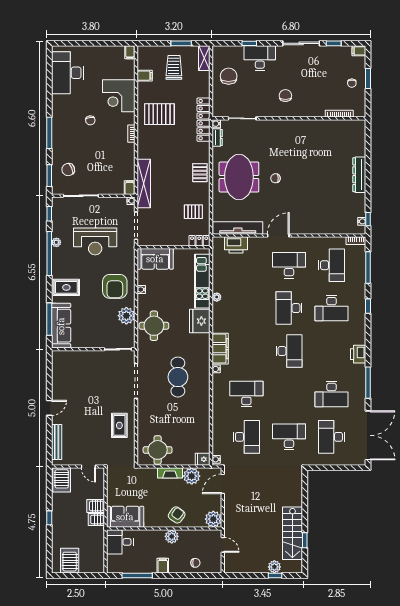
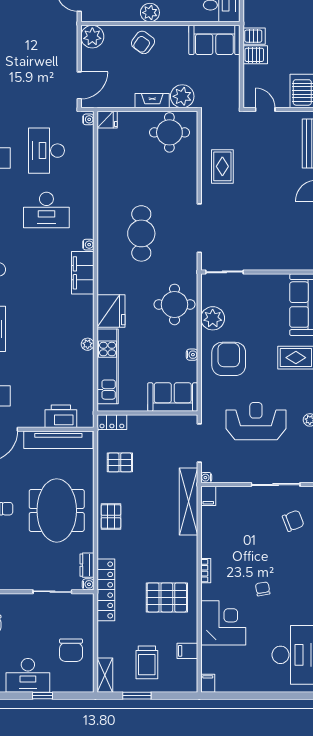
plant: (192, 476) -> (182, 96), moved

